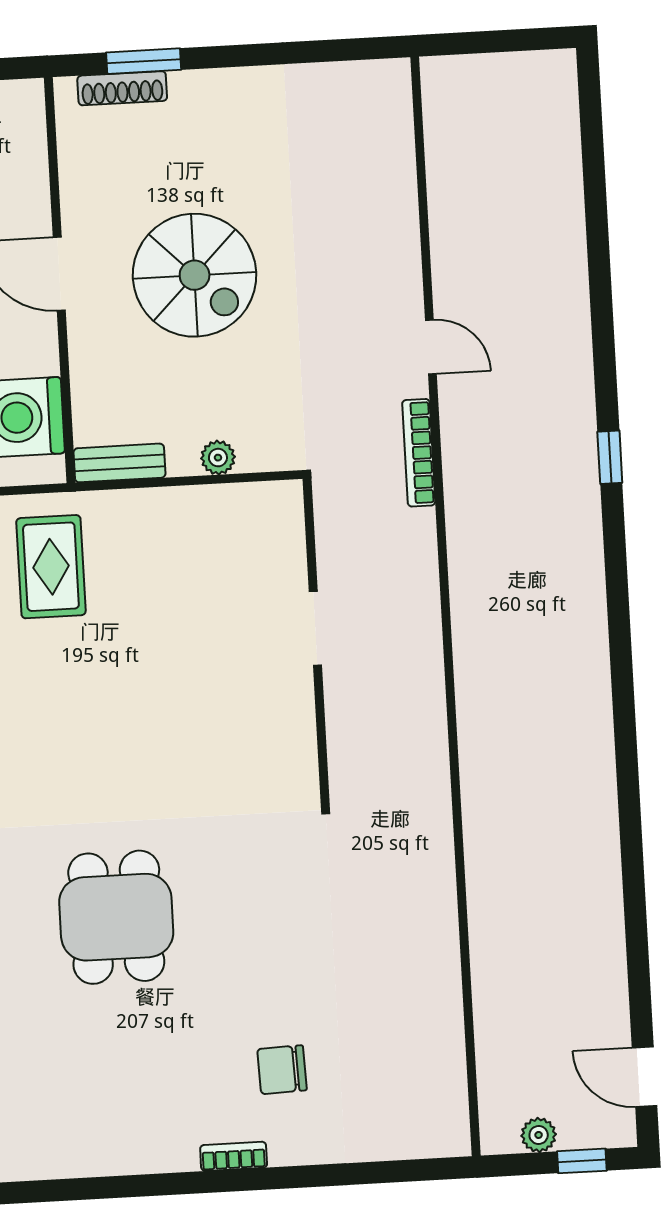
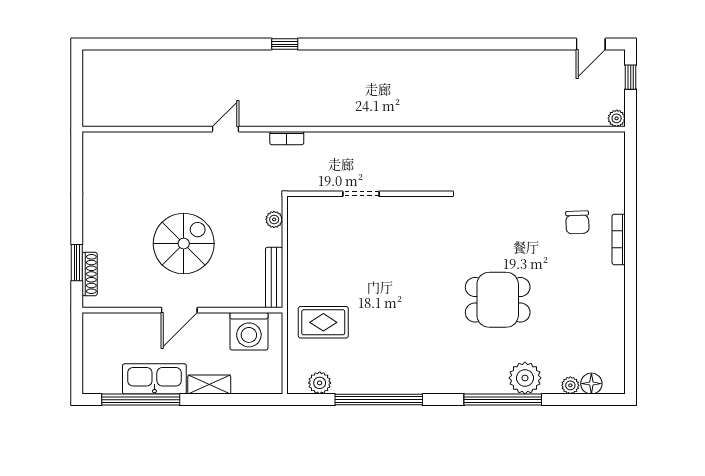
bookcase: (419, 453) -> (287, 138), width x0.64
plant: (218, 458) -> (274, 219), moved
bench: (119, 463) -> (274, 278), width x1.36
plant: (539, 1135) -> (617, 118), moved
bookcase: (234, 1156) -> (619, 239), width x1.56

